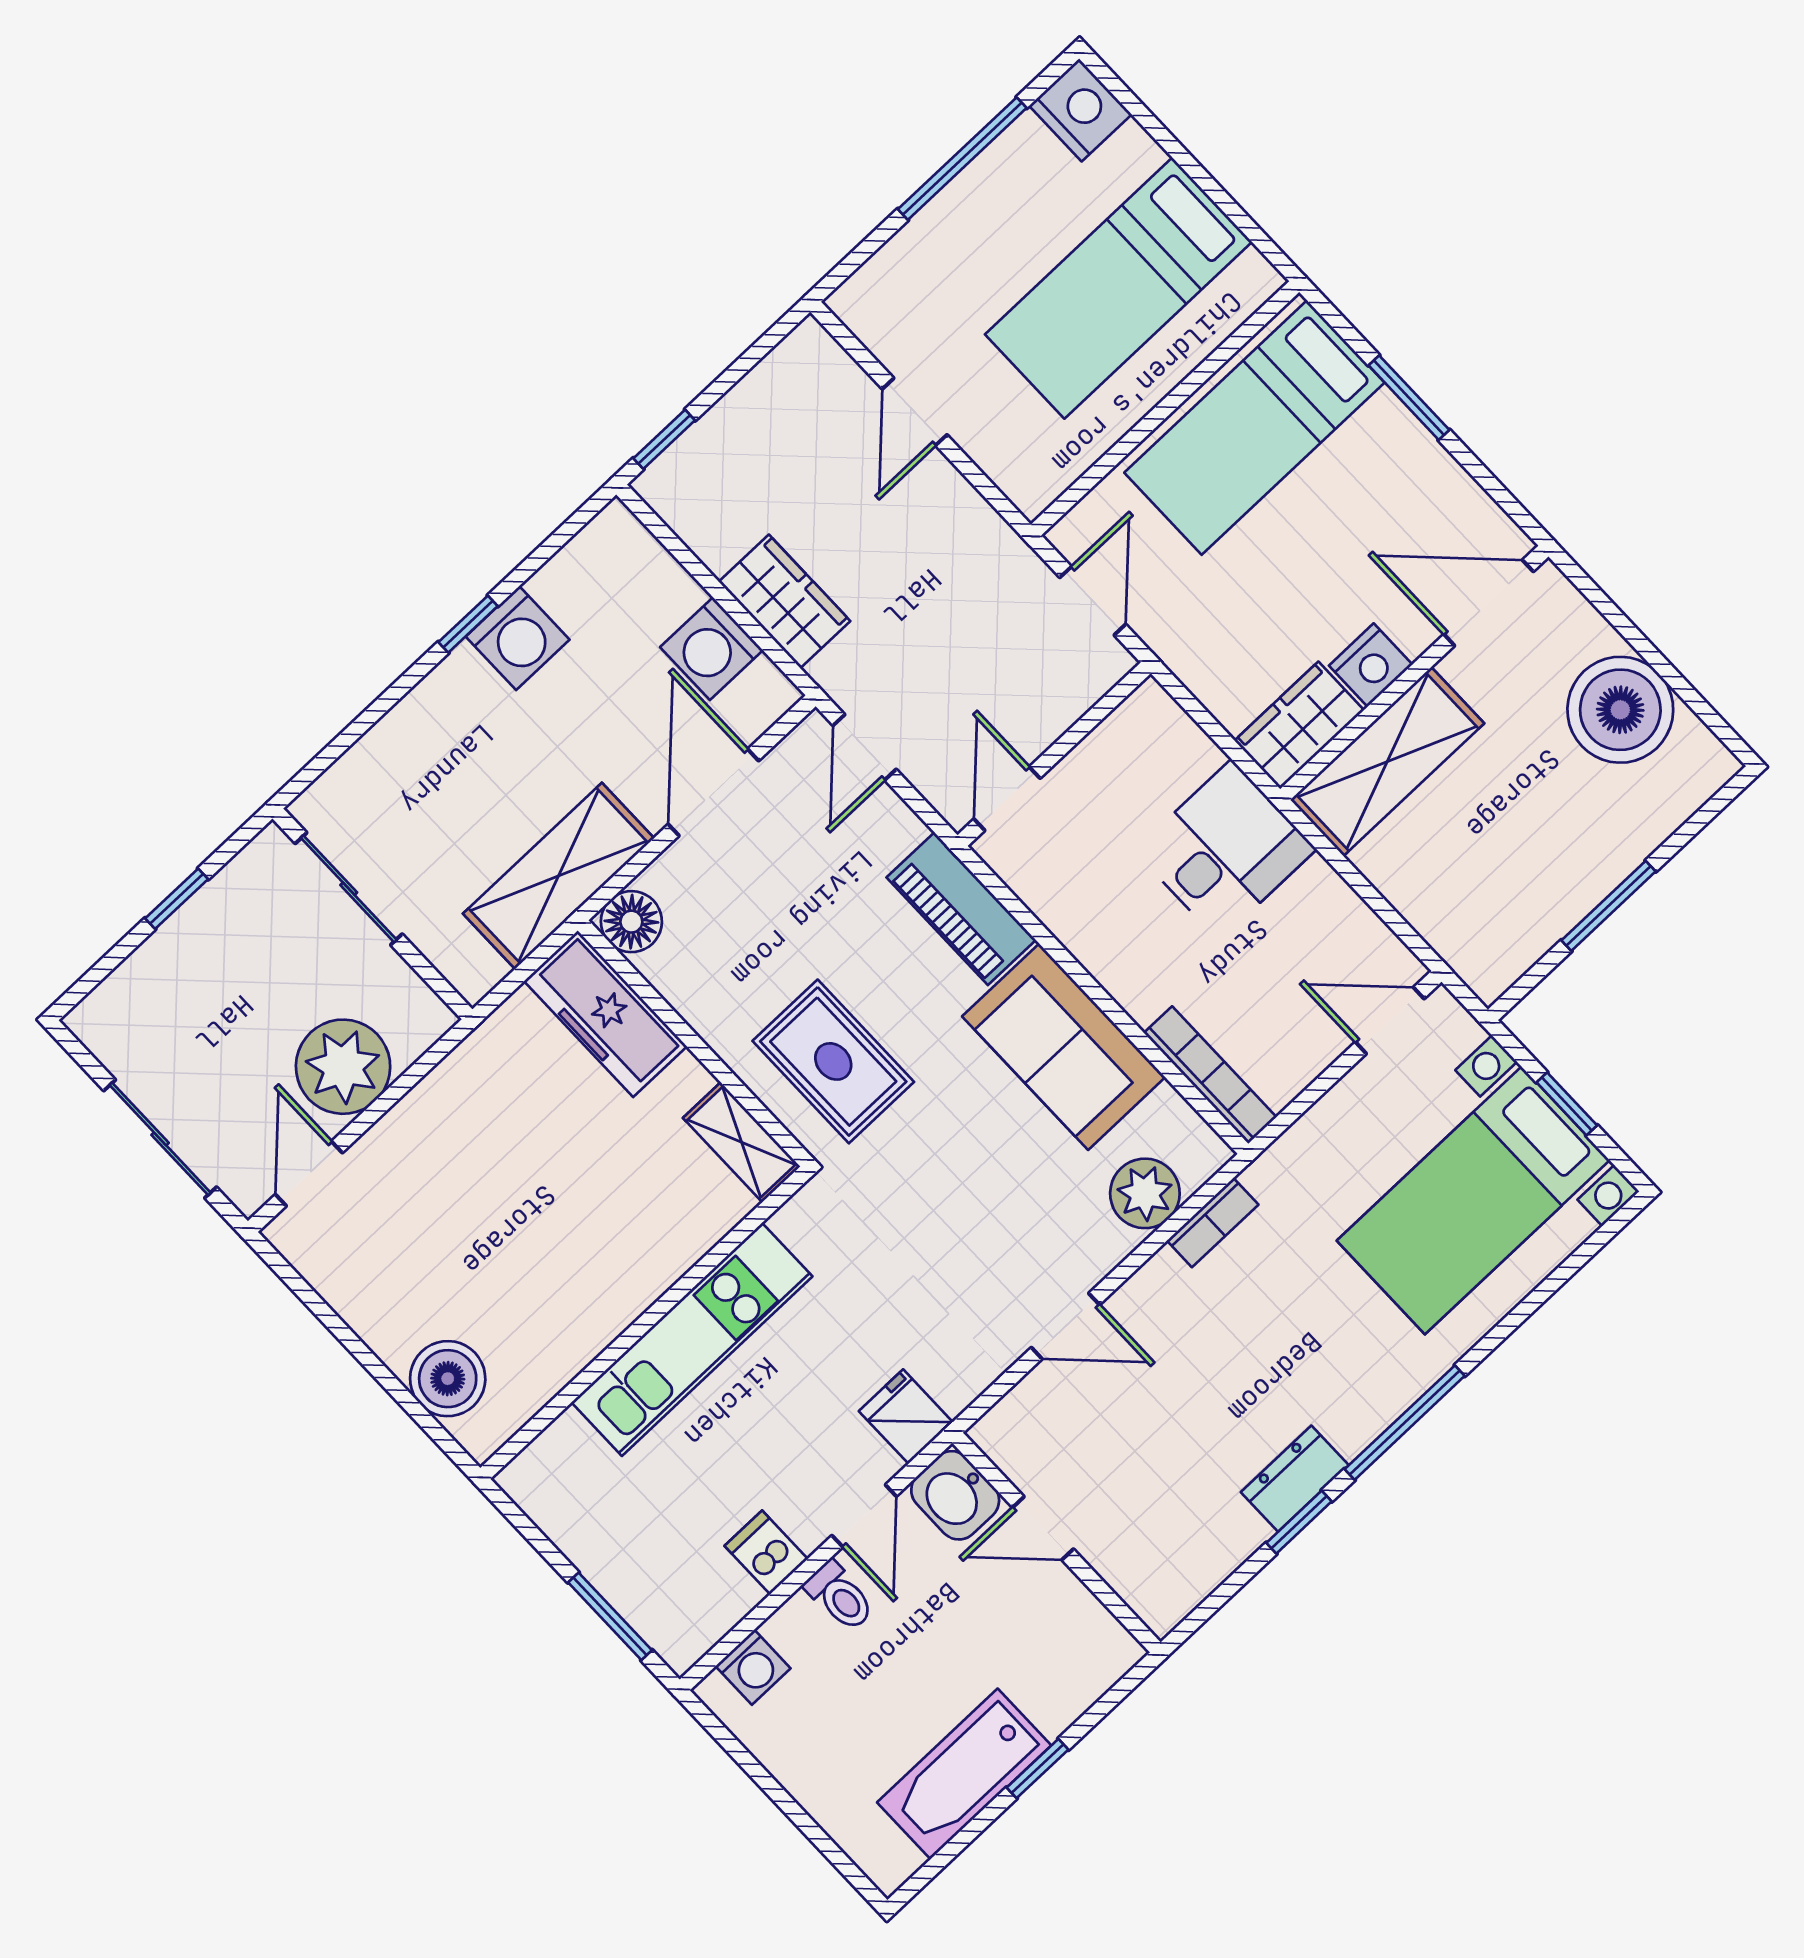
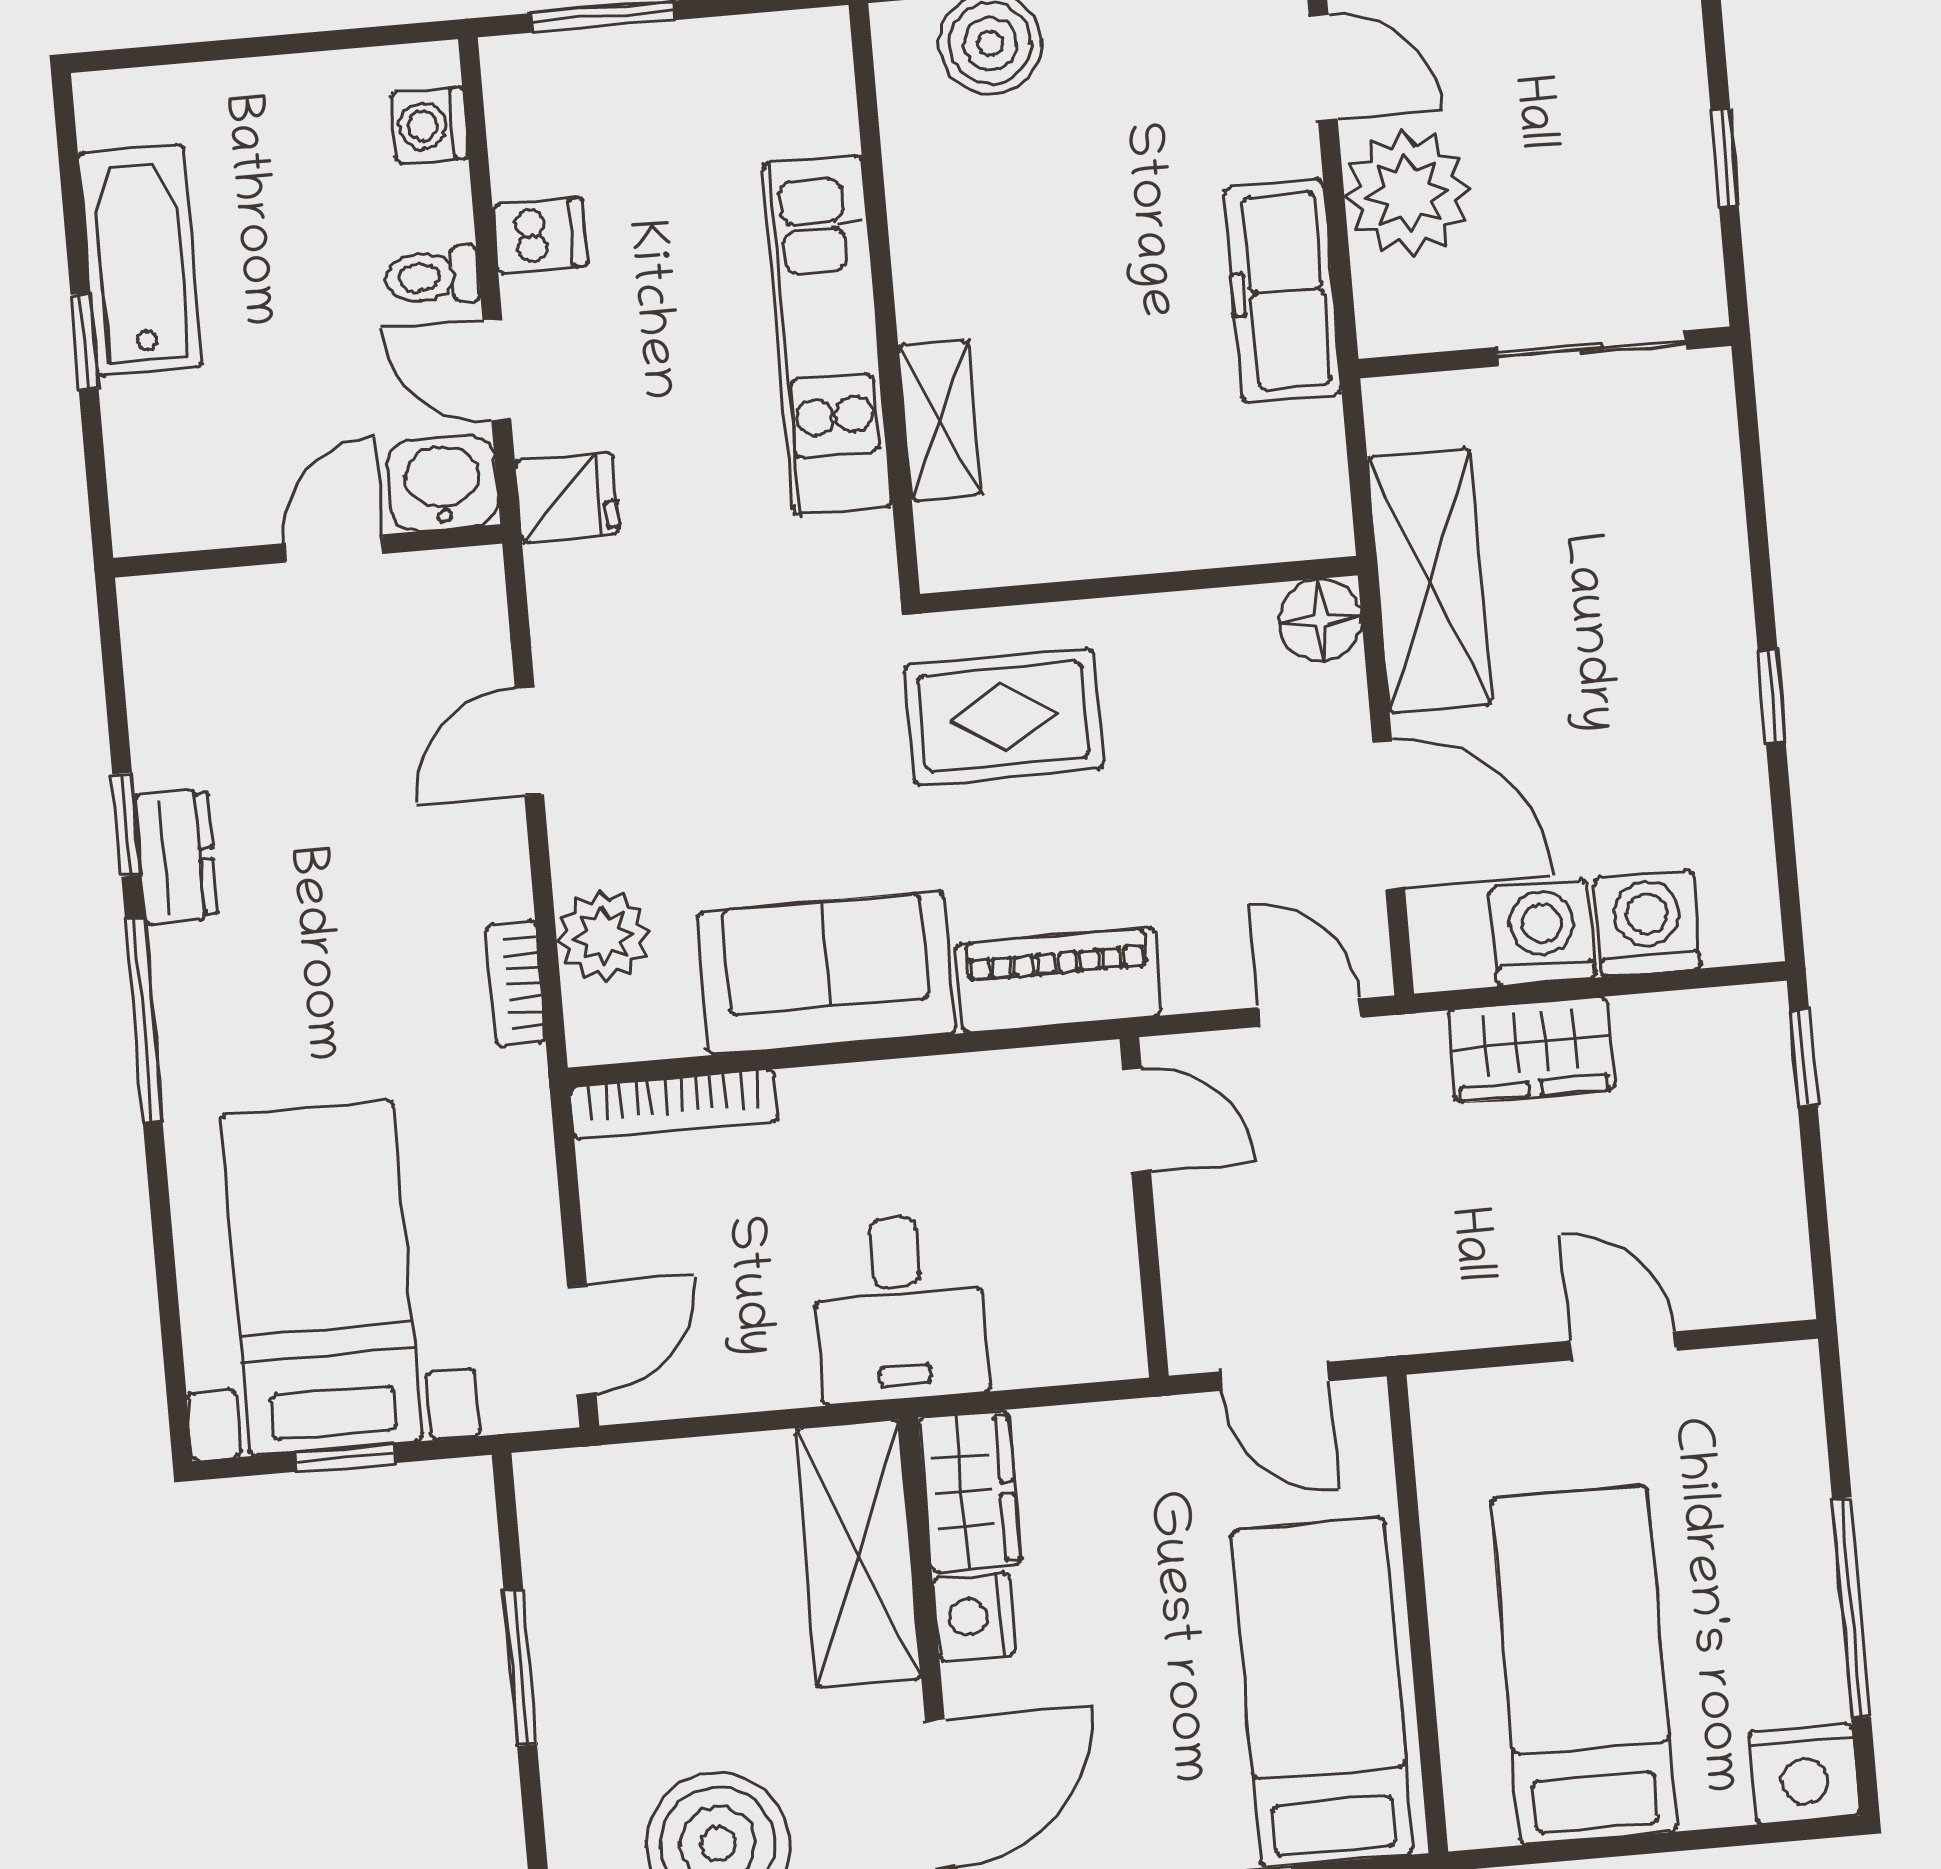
washing machine: (518, 638) -> (1647, 923), moved, turned 90
freezer: (605, 1014) -> (1283, 291), moved, turned -90
shelving: (742, 1142) -> (940, 420), moved, turned 90

